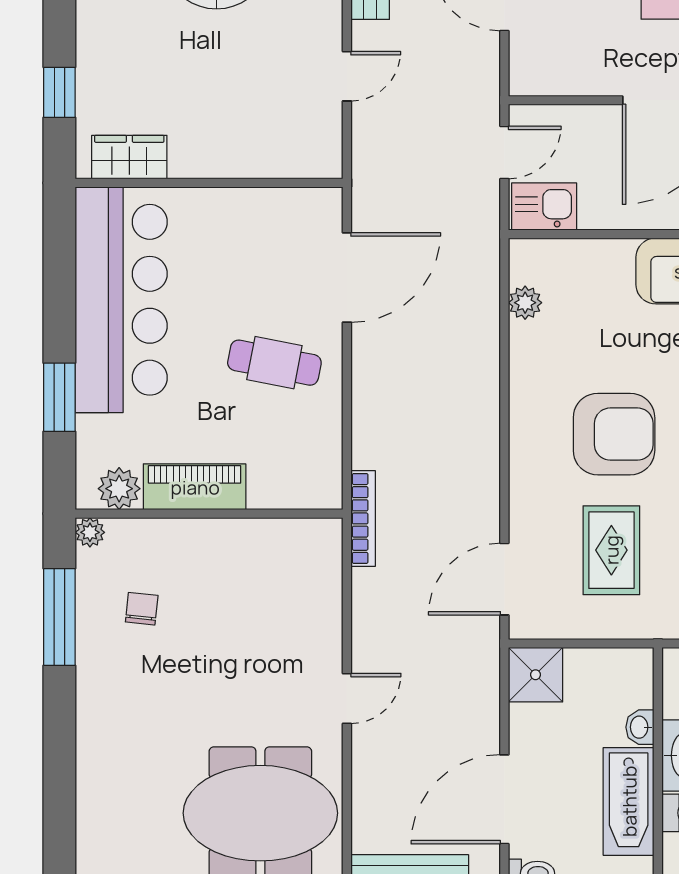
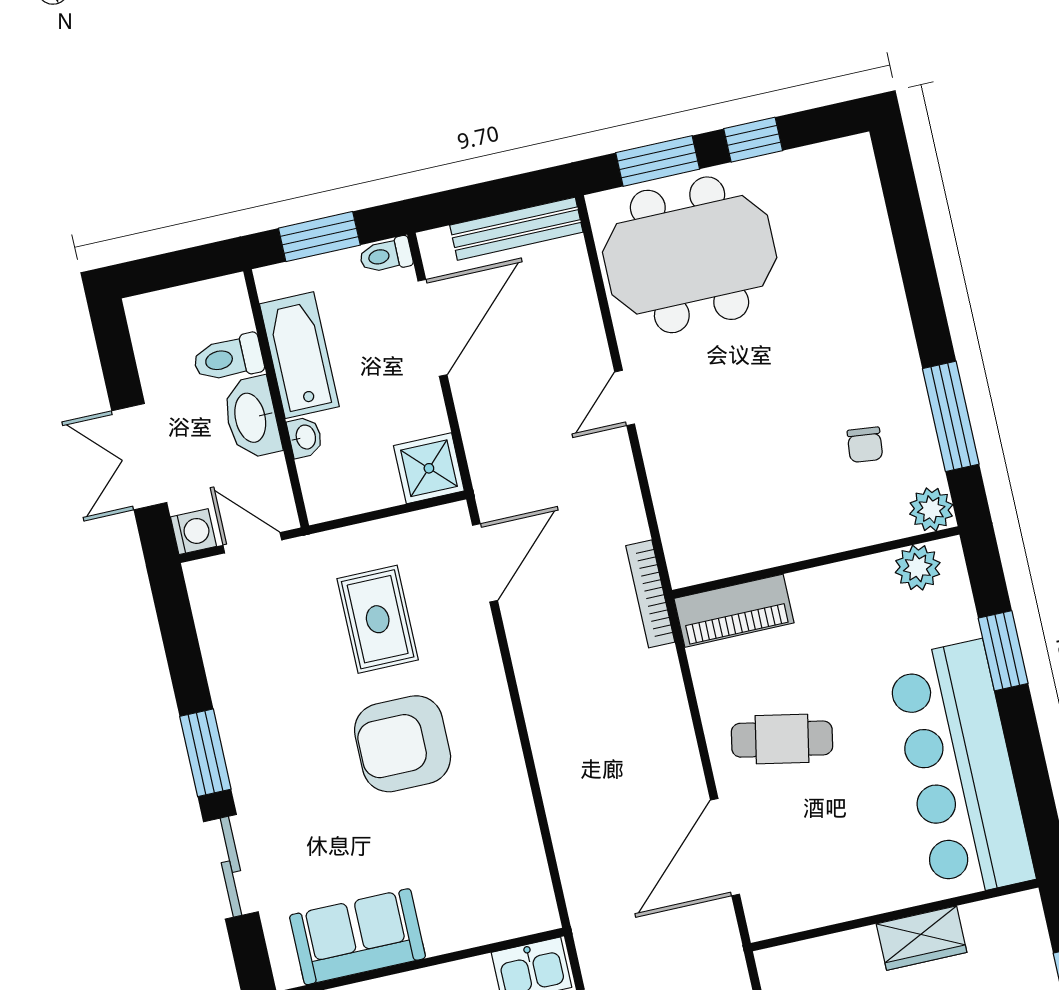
wardrobe: (129, 157) -> (922, 938), moved
plant: (525, 303) -> (529, 863), removed
piano: (195, 487) -> (734, 611), moved
plant: (90, 532) -> (931, 509), width x1.38, depth x1.38

